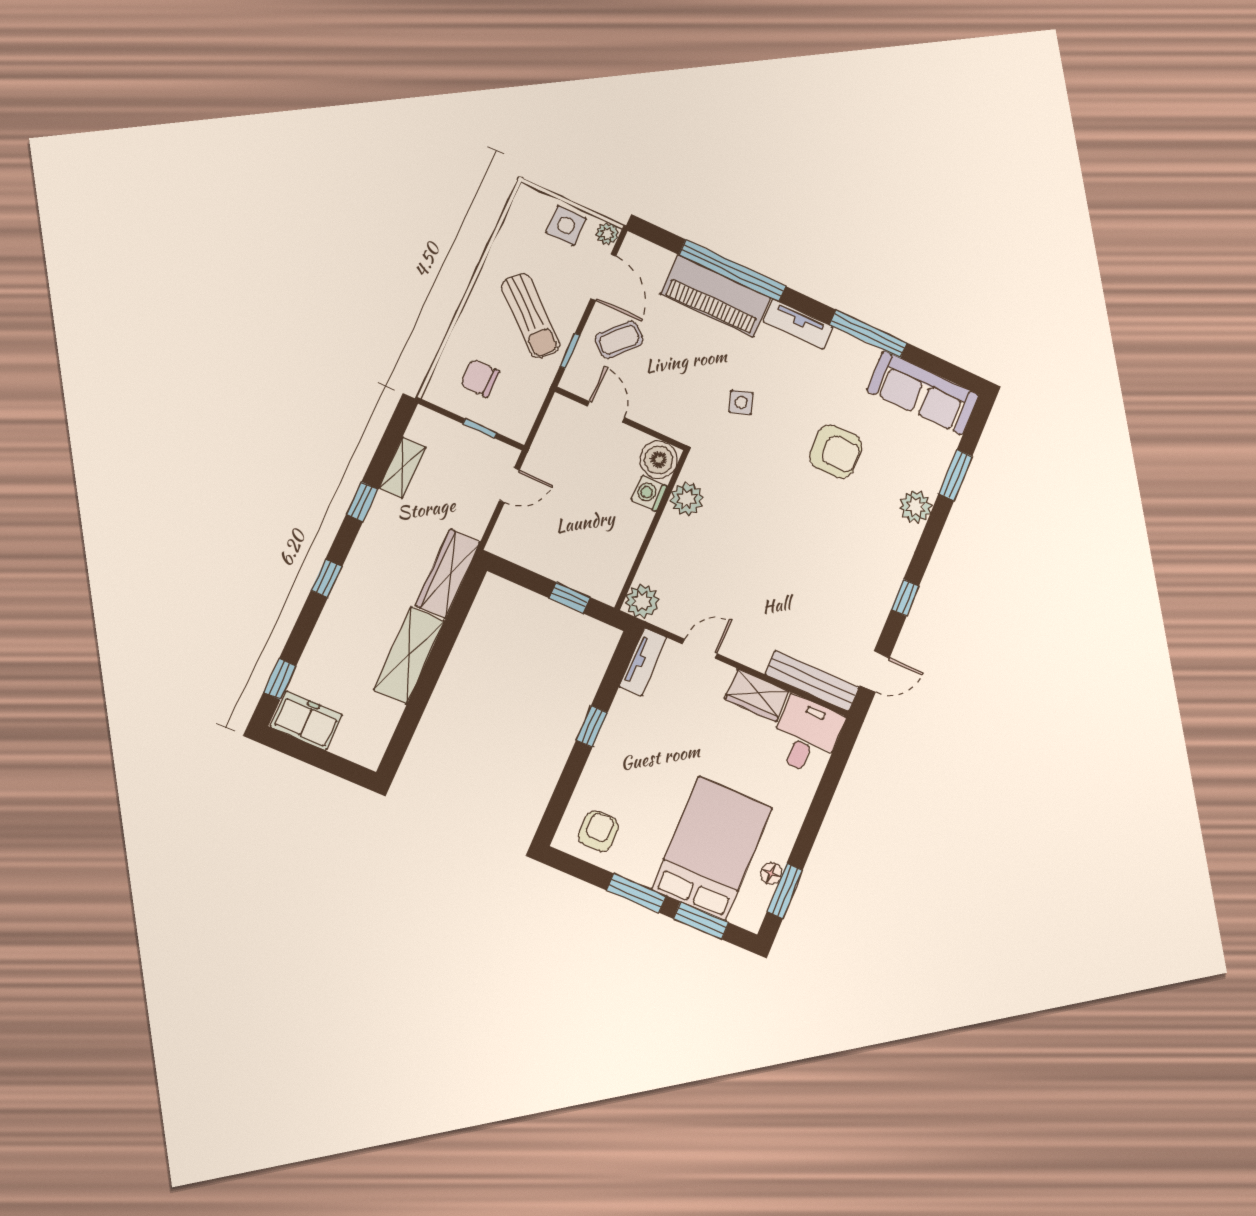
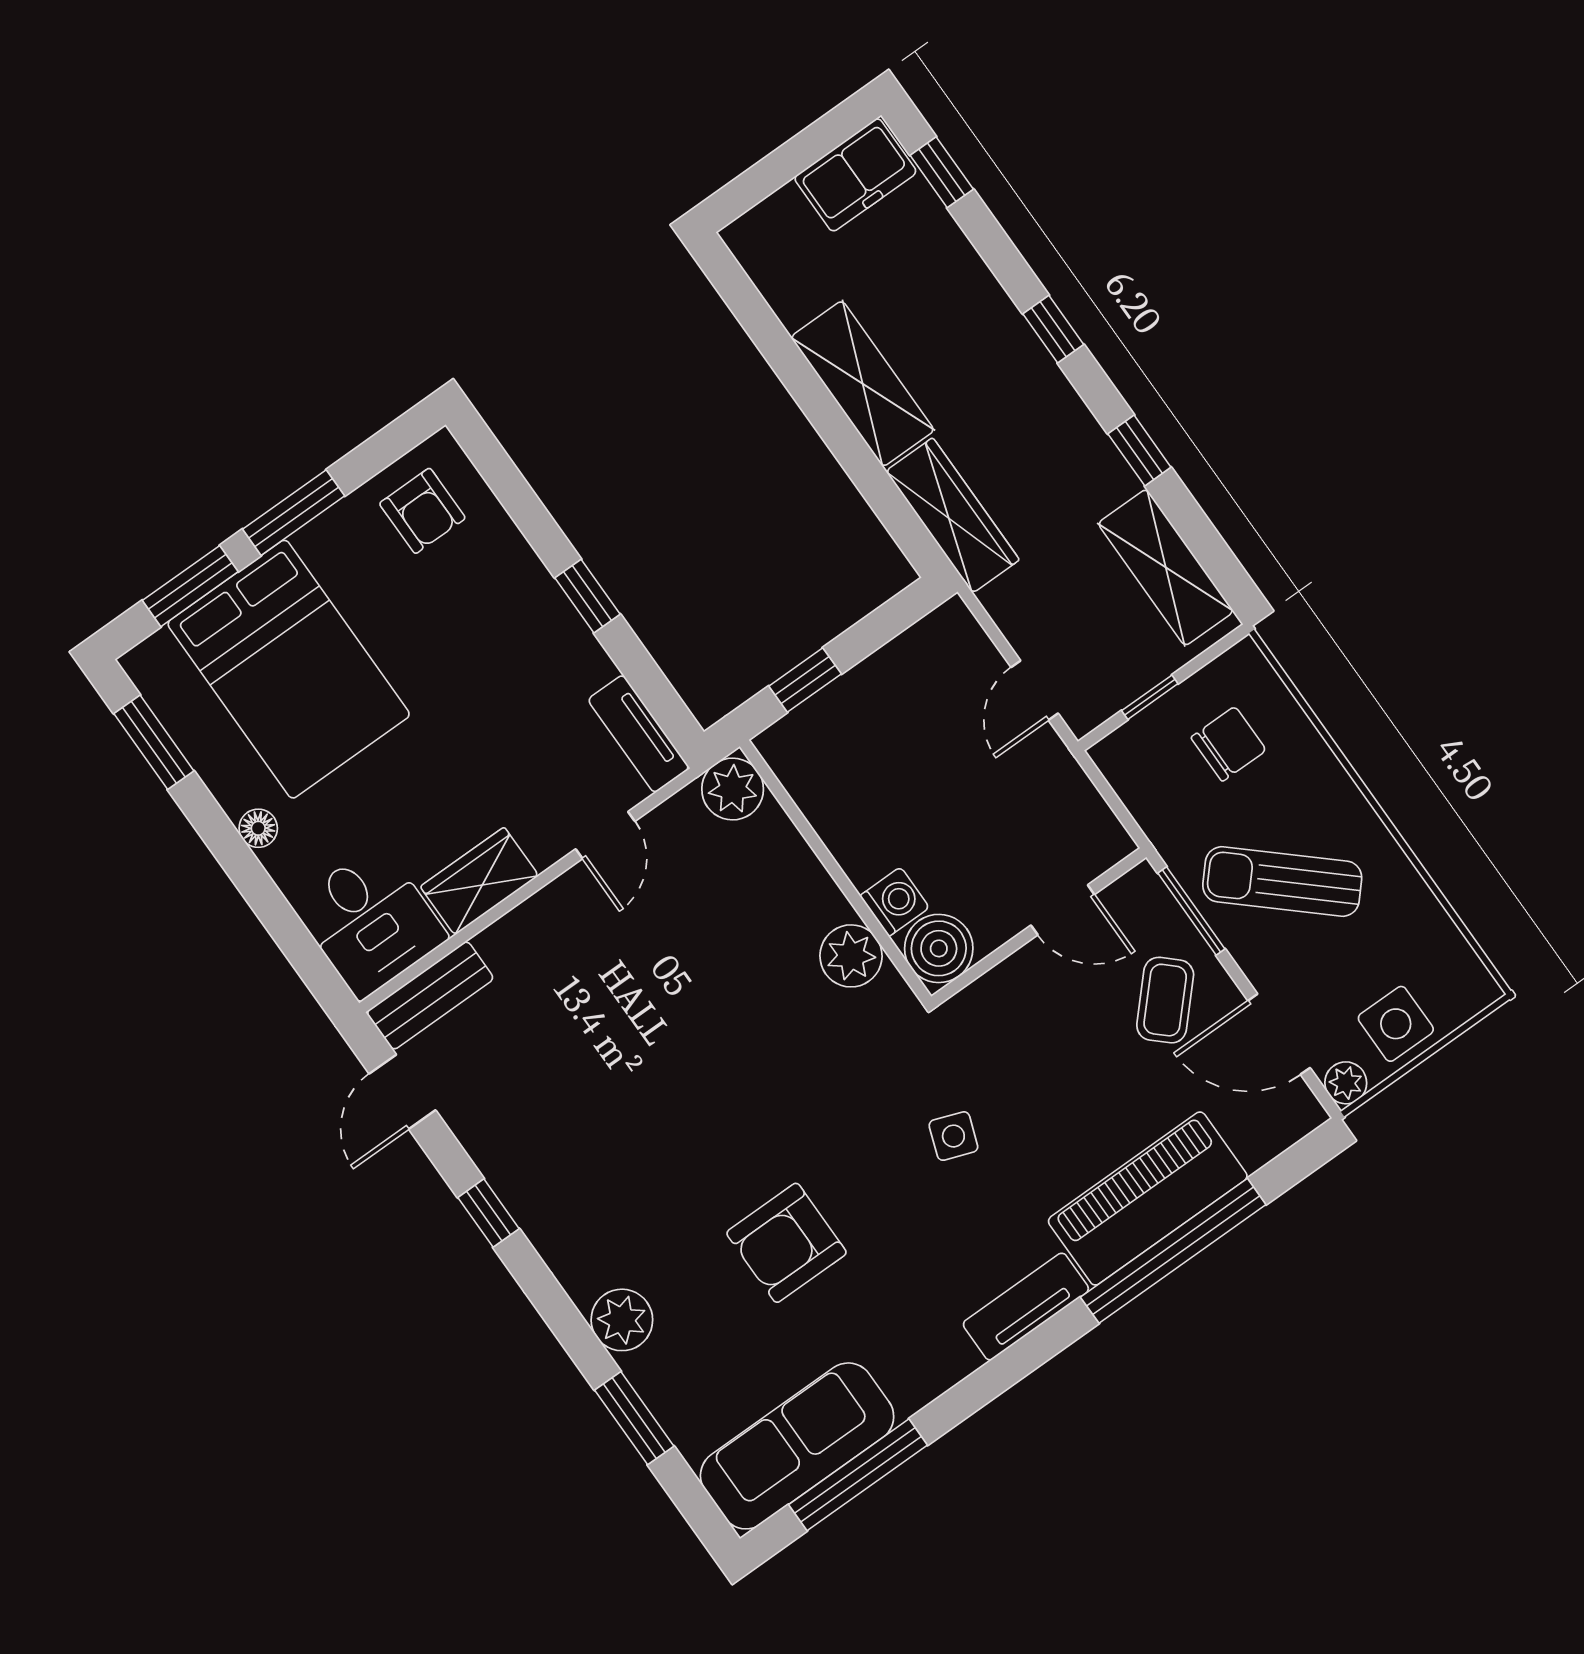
window: (868, 334) -> (858, 1475), moved
window: (570, 351) -> (1191, 911), width x1.50
side table: (741, 402) -> (953, 1136), turned 38
shelving: (402, 468) -> (1166, 567), width x1.50, depth x1.33
bench: (812, 681) -> (430, 995), width x0.73
floor lamp: (771, 873) -> (258, 828), moved

